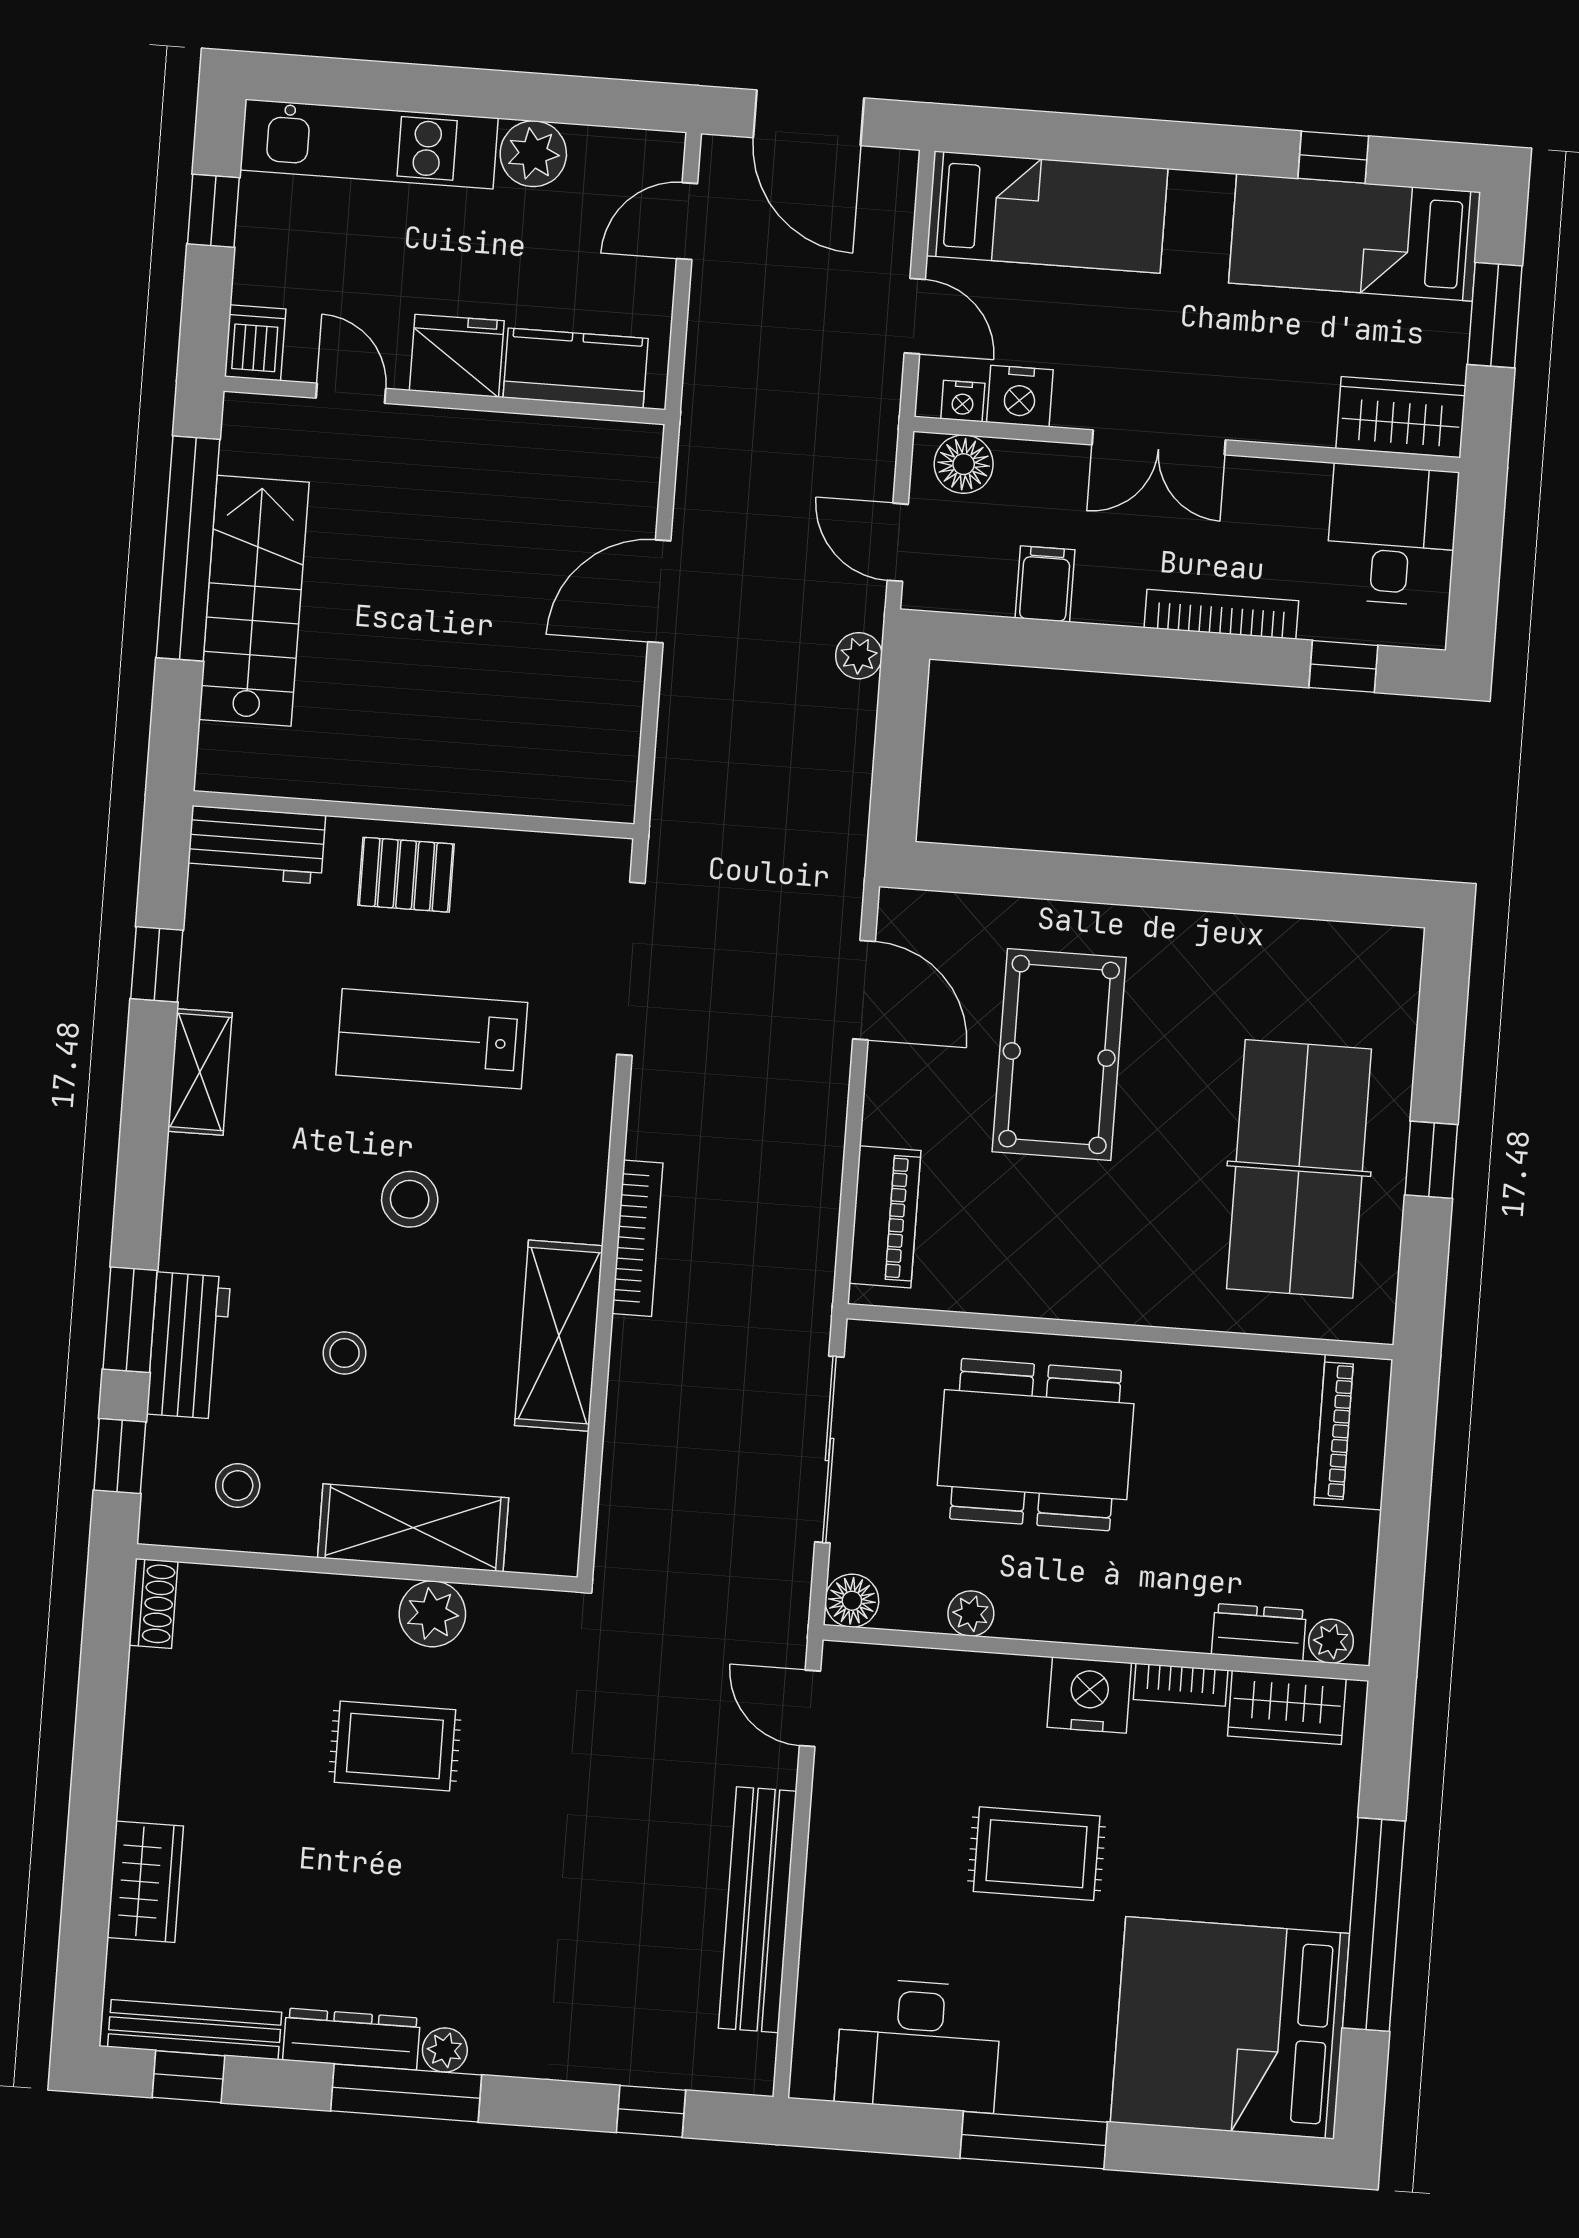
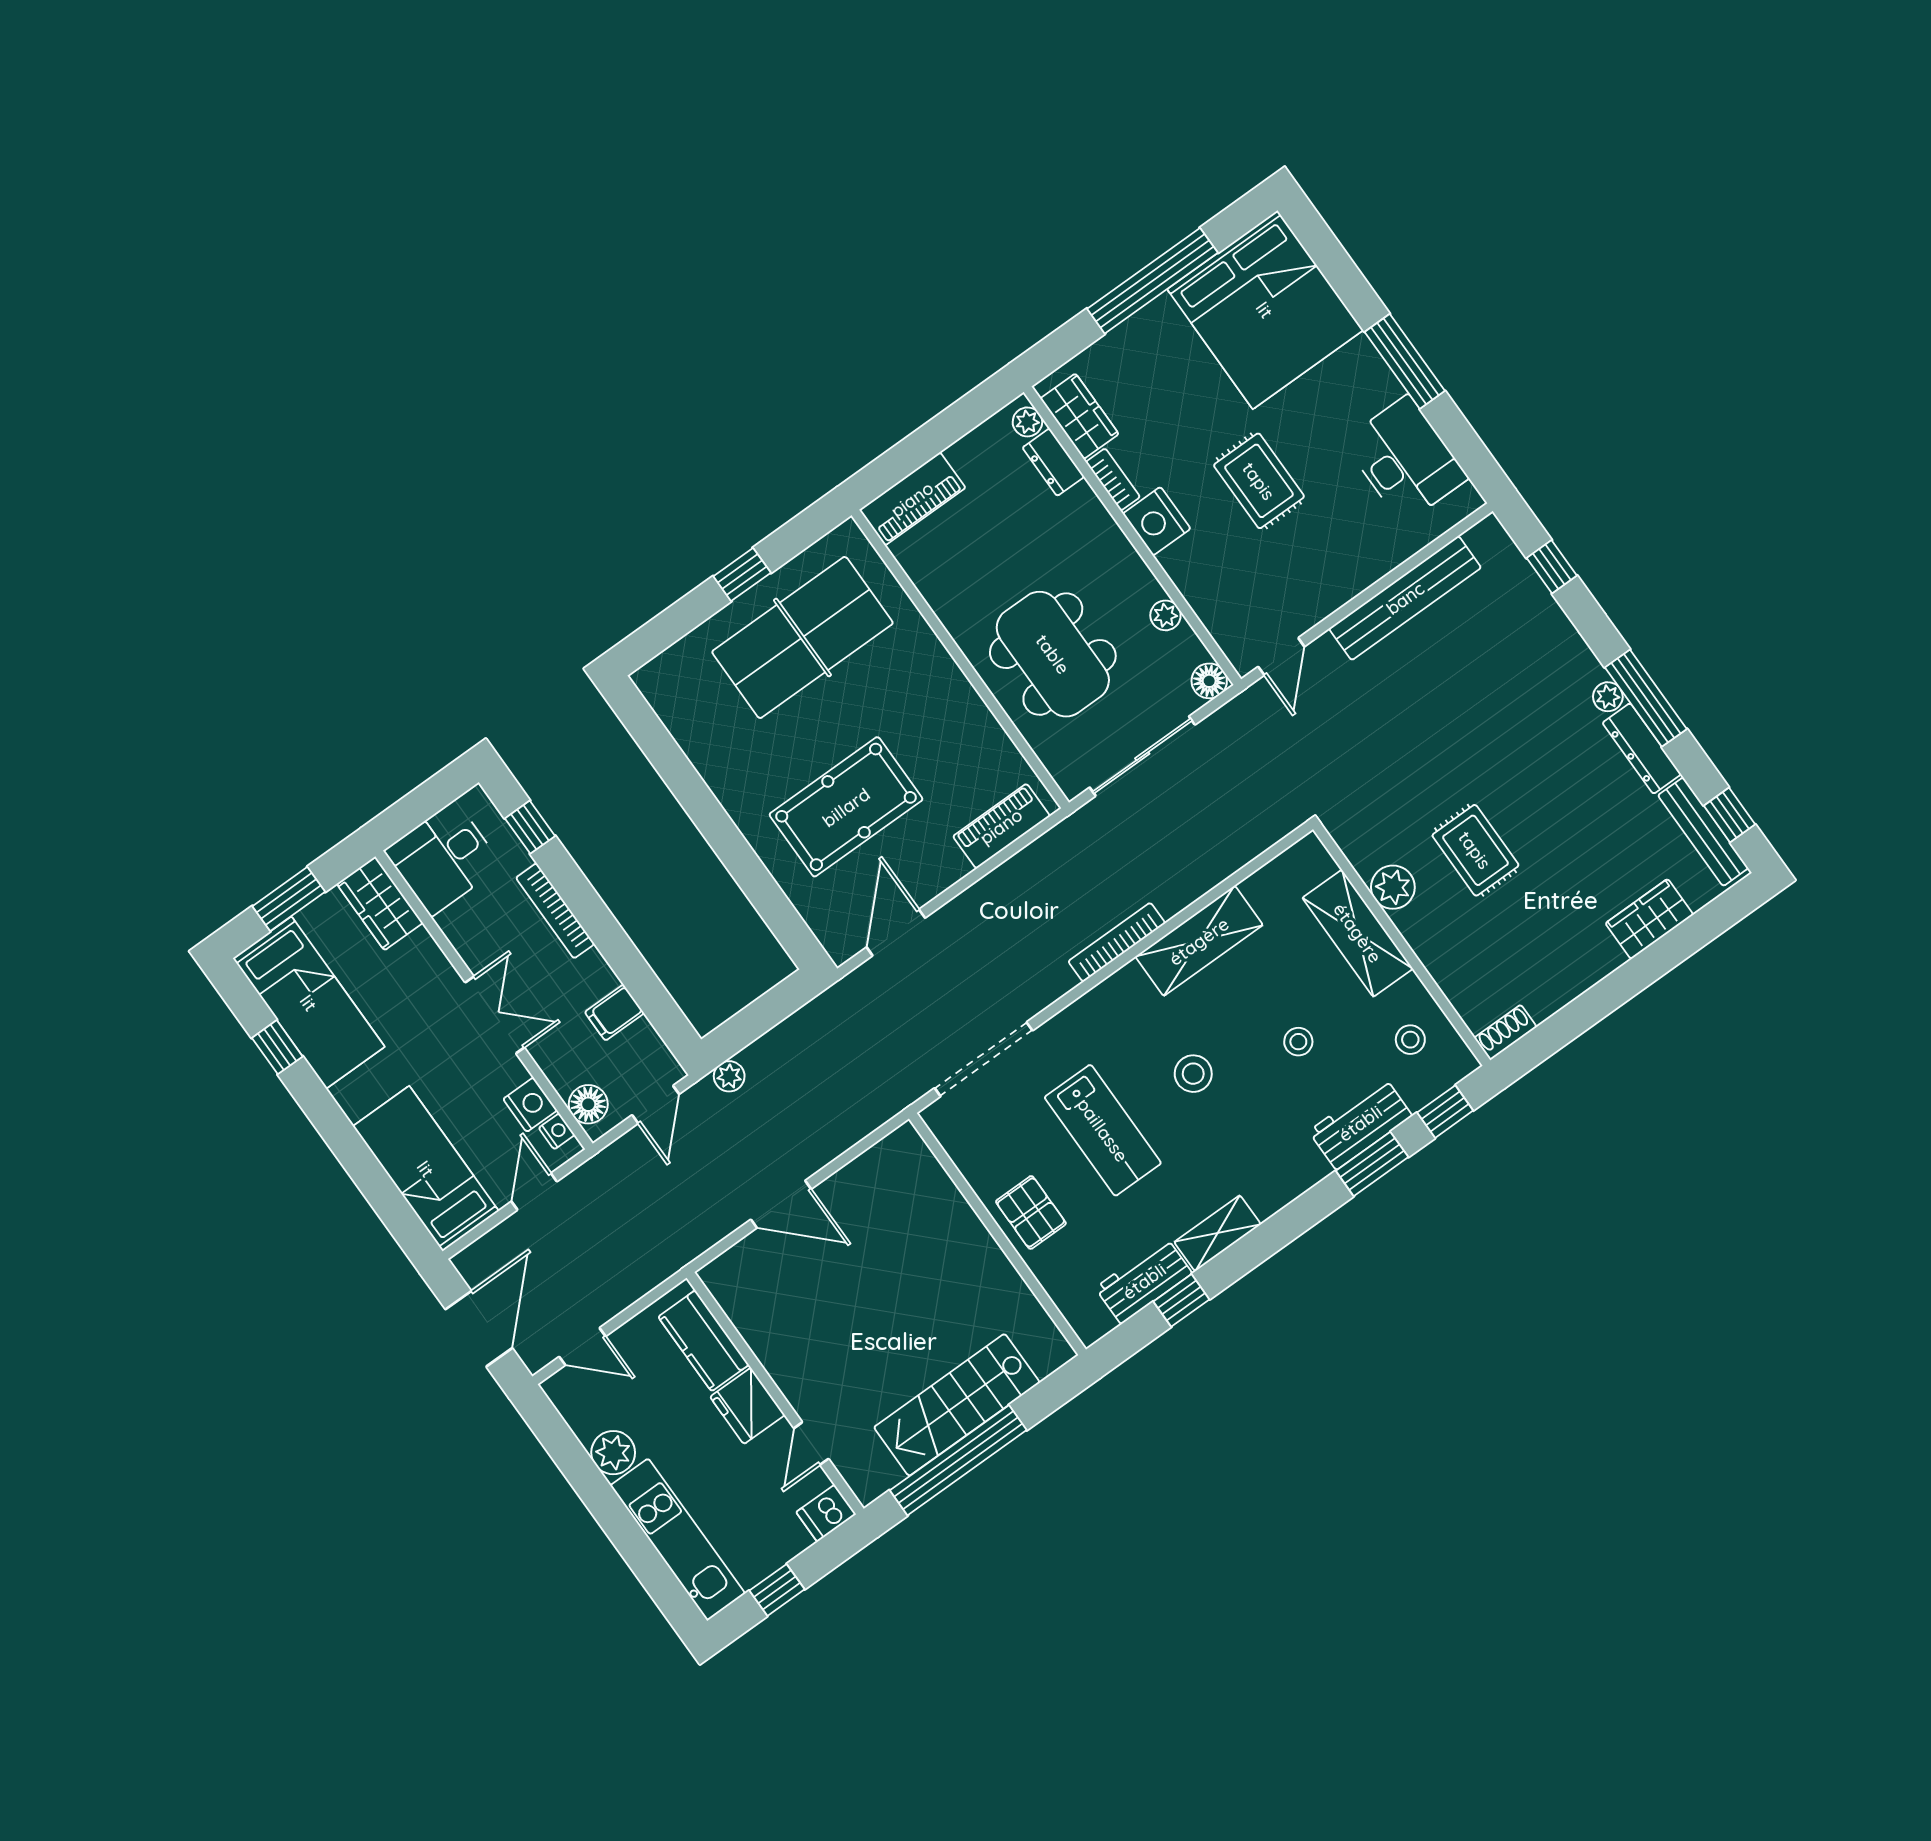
workbench: (256, 845) -> (1144, 1281), moved, turned -90

